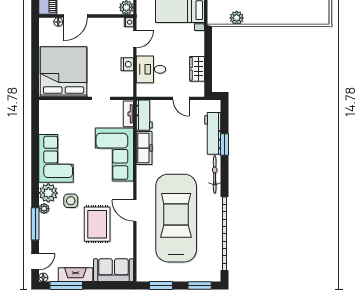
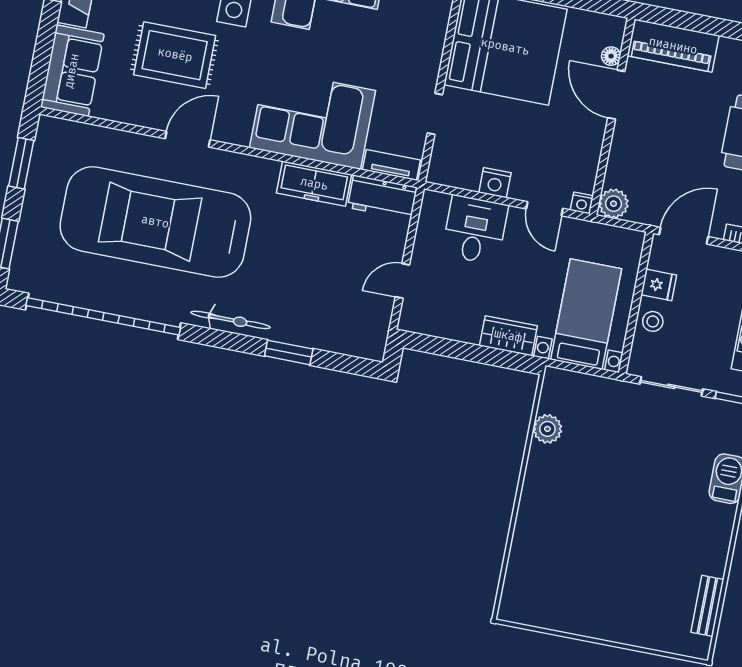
wardrobe: (197, 69) -> (508, 336), moved
workbench: (213, 133) -> (317, 333), removed
car: (176, 218) -> (155, 222), turned 180

